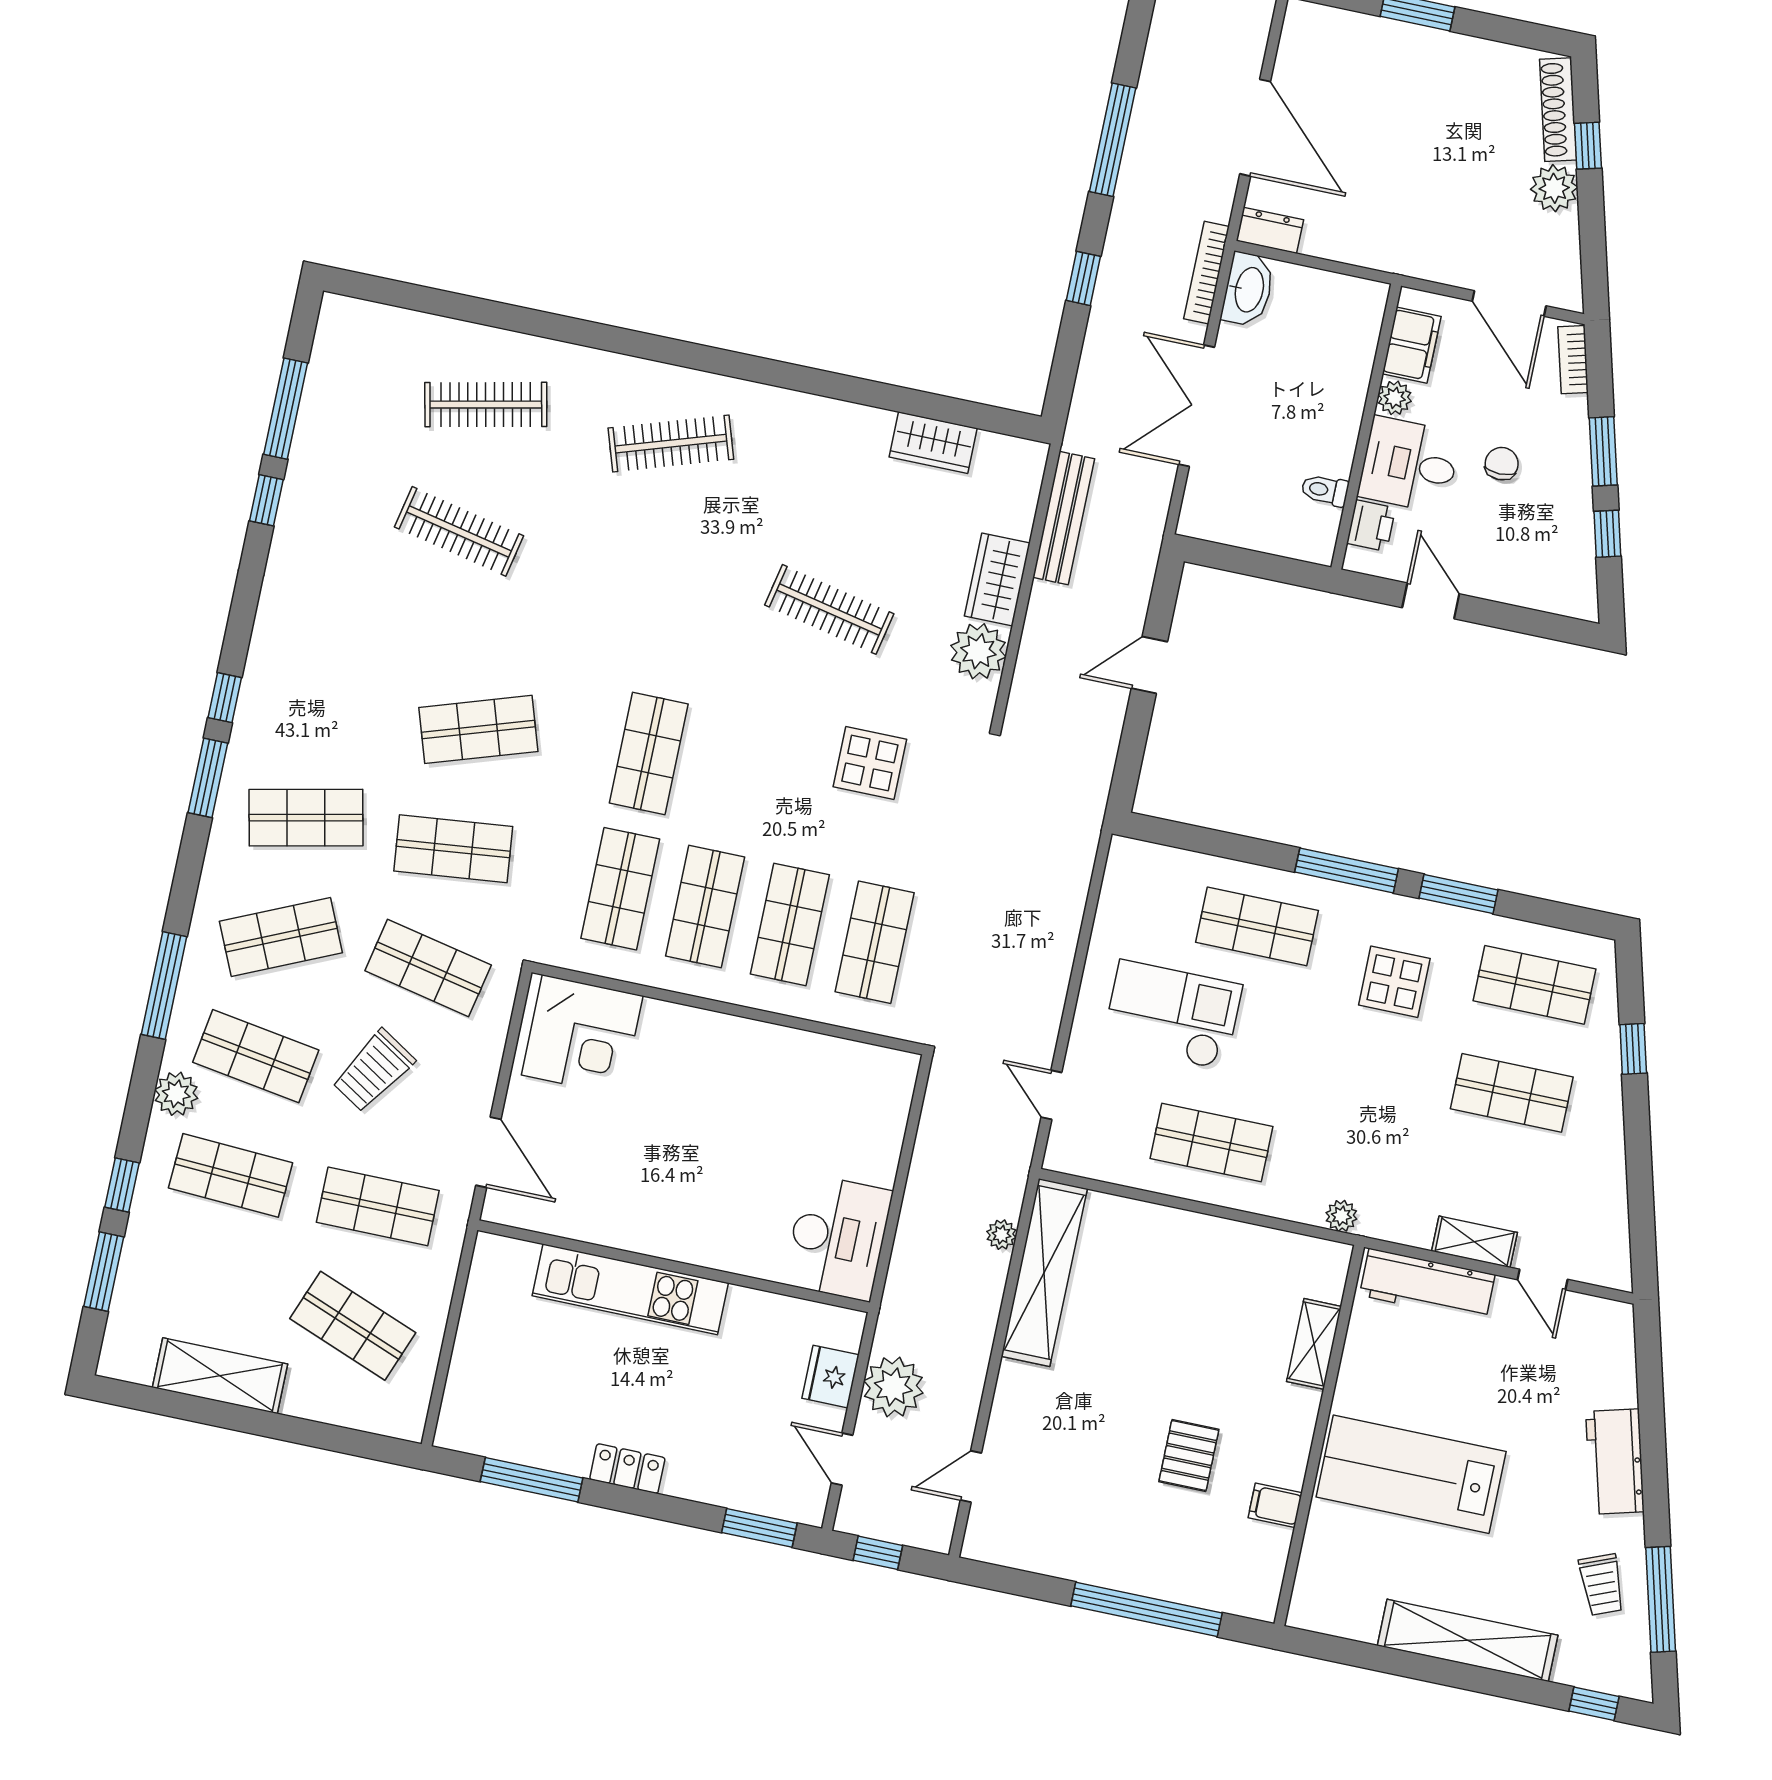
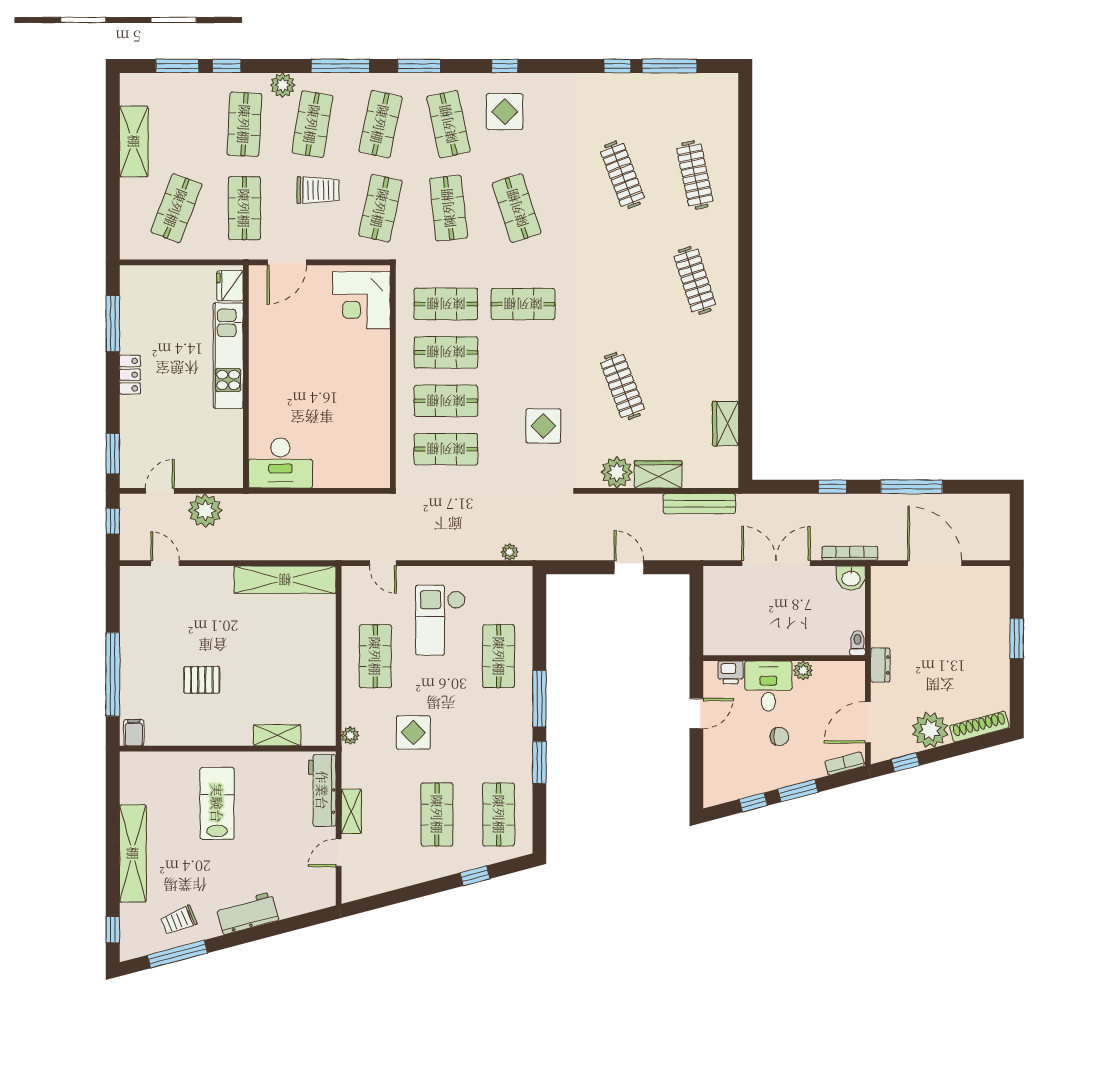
door: (1255, 128) -> (935, 563), swing flipped
window: (1588, 146) -> (905, 762), moved
plant: (1554, 188) -> (930, 730), width x1.36, depth x1.36
dresser: (1270, 230) -> (880, 665), moved
washbasin: (1248, 289) -> (851, 578), width x0.72
filing cabinet: (1412, 345) -> (834, 674), removed
toilet: (1325, 490) -> (857, 643), moved
clothes rail: (459, 531) -> (622, 175), turned -33
clothes rail: (829, 609) -> (622, 386), turned -33
display table: (305, 714) -> (505, 112), added
window: (208, 778) -> (419, 66), moved
shop shelf: (281, 937) -> (380, 124), turned 36
display table: (1394, 982) -> (413, 733), moved
checkout: (1172, 1015) -> (440, 620), turned 180
trolley: (373, 1071) -> (318, 190), turned 148
door: (1051, 1095) -> (383, 563), swing flipped
plant: (1001, 1235) -> (510, 552), moved
fridge: (830, 1377) -> (230, 286), moved, turned -90
lab bench: (1411, 1474) -> (217, 803), width x0.73, depth x0.72
filing cabinet: (1275, 1505) -> (134, 733), moved

